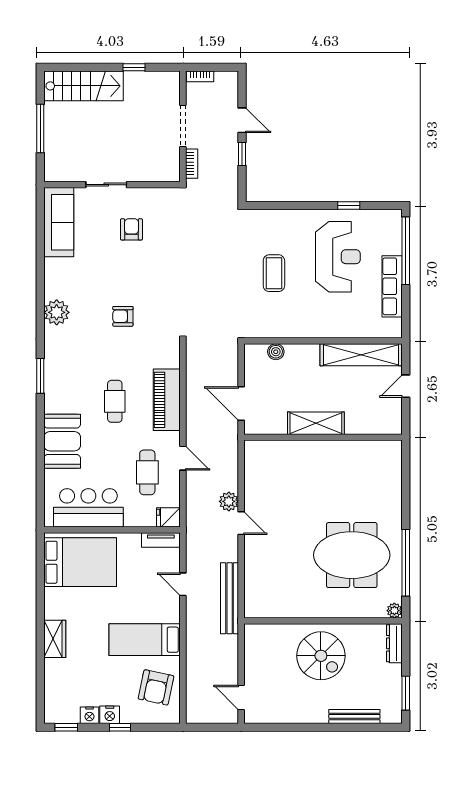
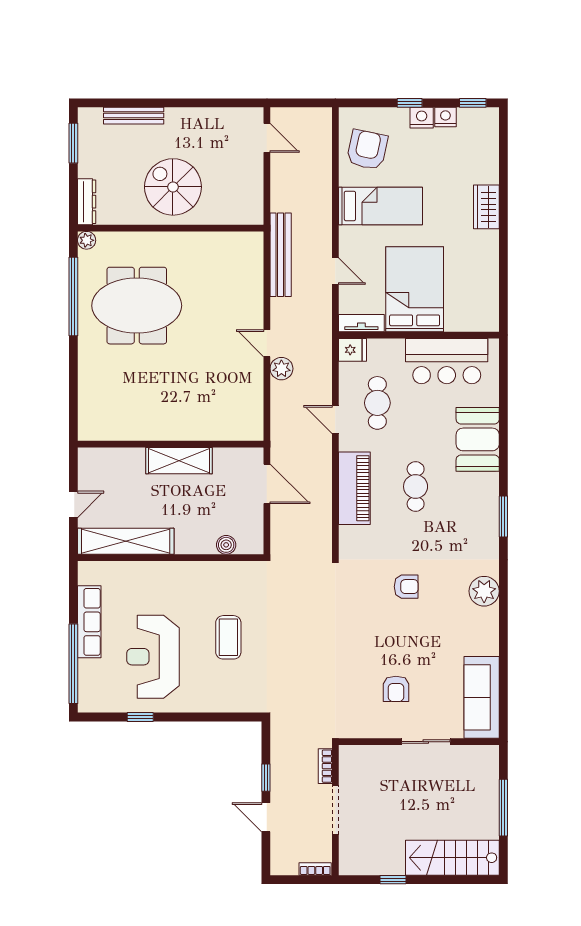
bed: (80, 562) -> (415, 289), moved, turned 90

